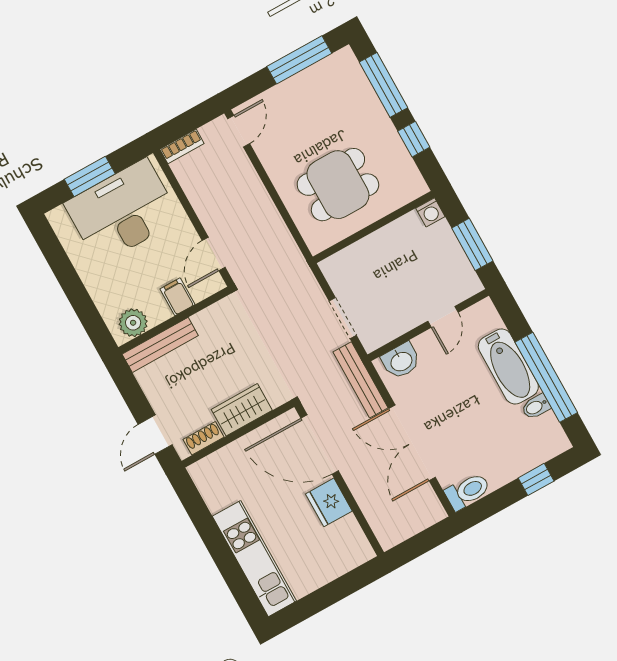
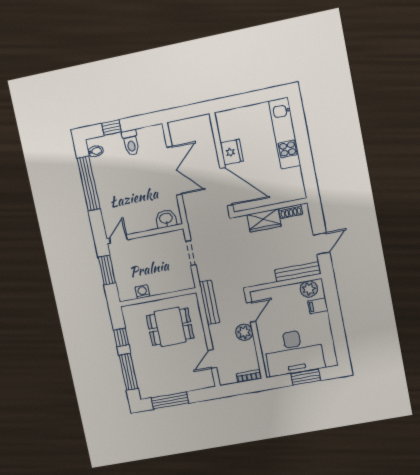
door: (239, 131) -> (212, 359), moved
washing machine: (430, 212) -> (142, 292), moved
plant: (214, 217) -> (244, 332), added
filing cabinet: (178, 297) -> (318, 306), moved, turned 90
door: (443, 317) -> (118, 239), moved
bathtub: (508, 367) -> (108, 196), removed
bench: (361, 380) -> (209, 302), moved
bidet: (536, 407) -> (96, 151), moved
door: (155, 435) -> (322, 244), moved
toilet: (468, 491) -> (131, 143), moved, turned -90

